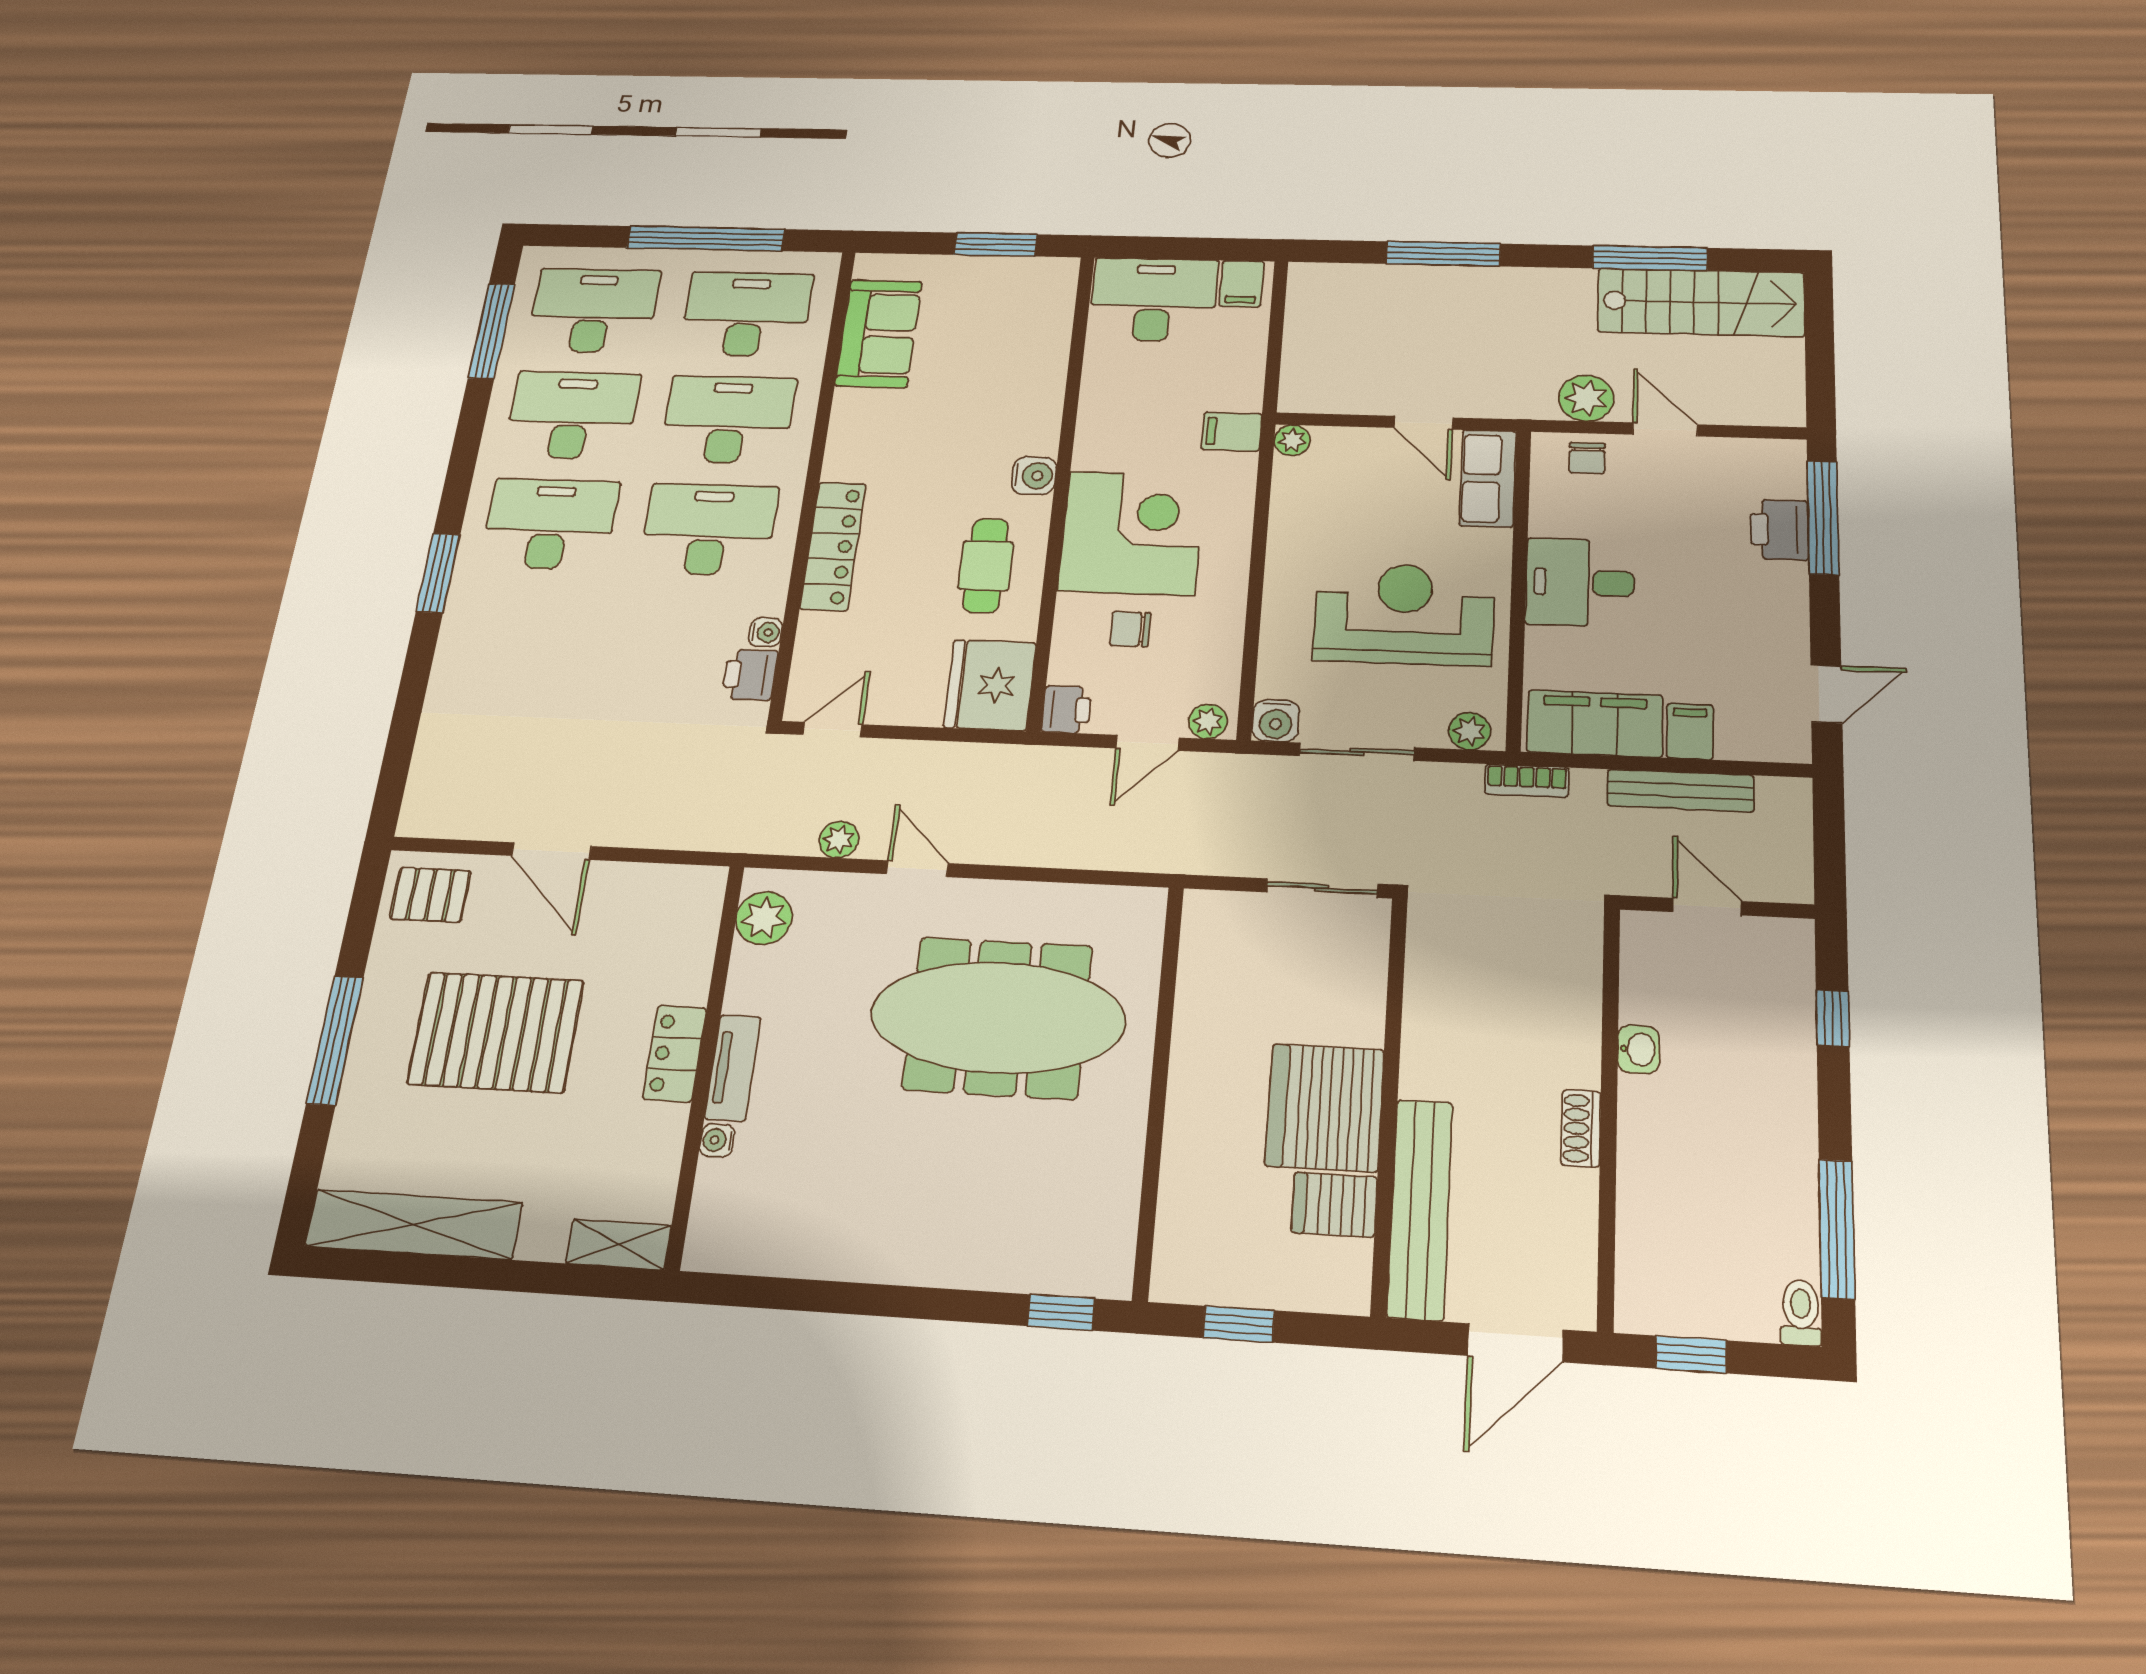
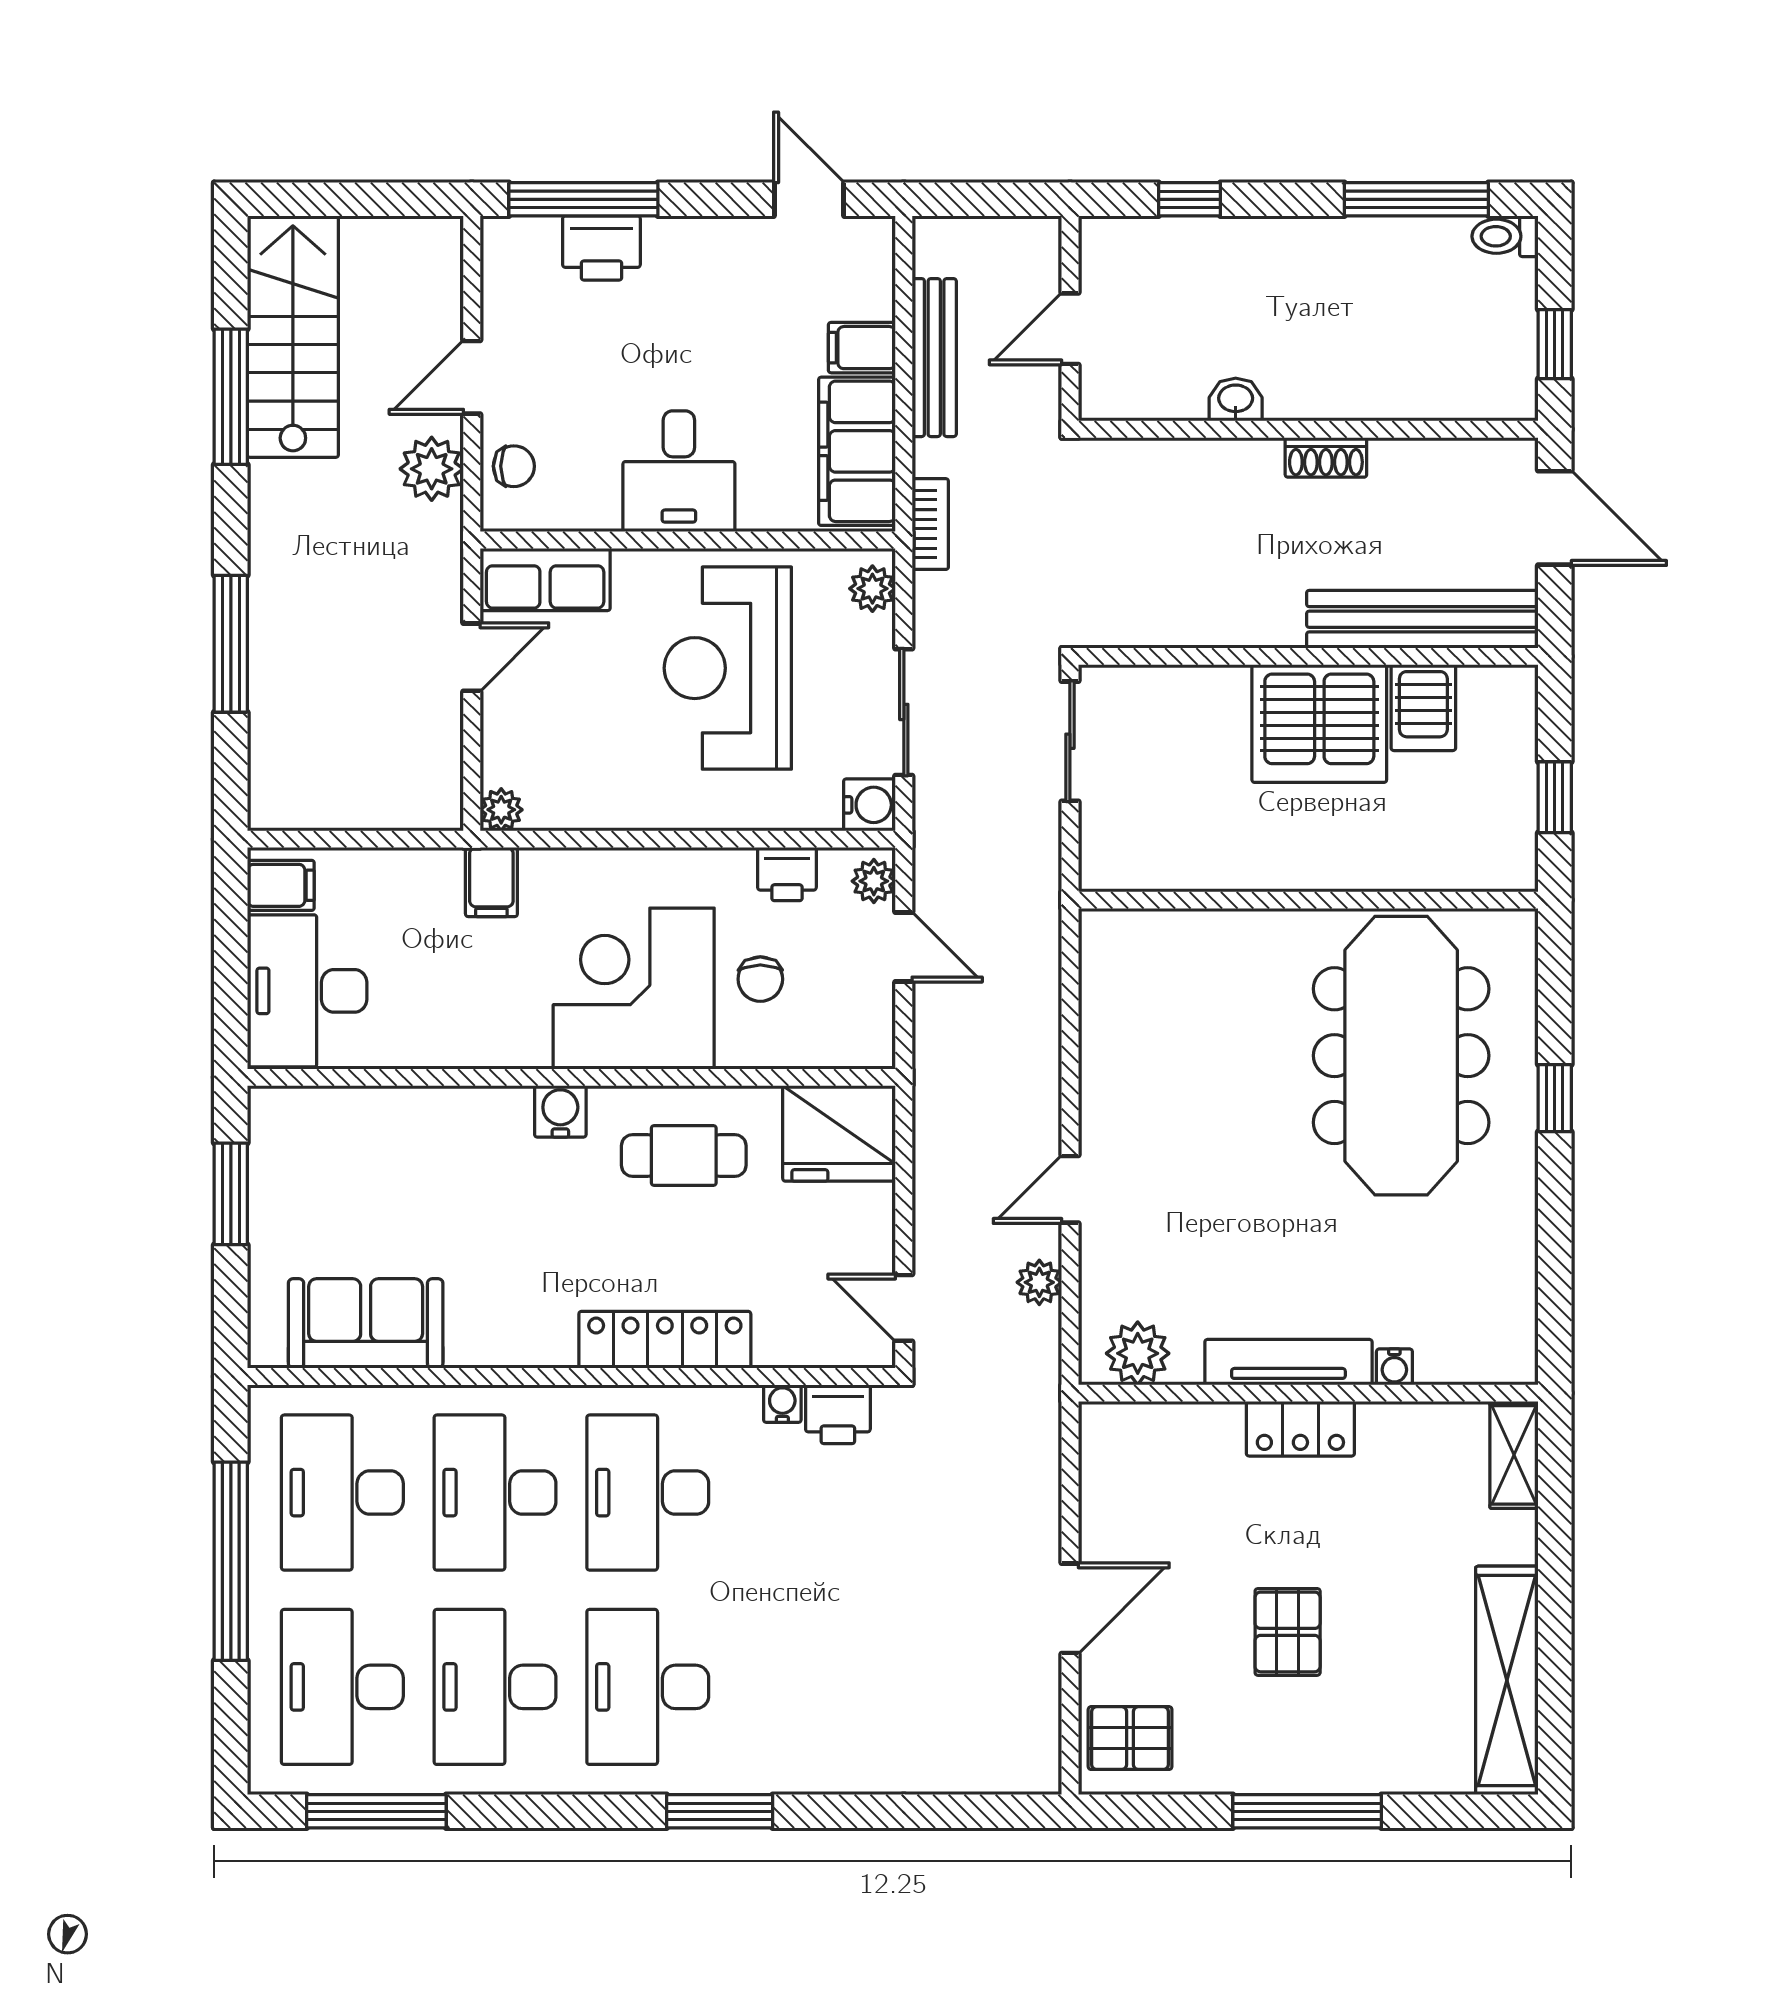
printer: (1066, 710) -> (787, 874), moved, turned 180
pallet: (430, 895) -> (1130, 1738), turned 90
meeting table: (998, 1018) -> (1401, 1056), moved
pallet: (496, 1032) -> (1288, 1632), width x0.49, depth x0.50
tv unit: (733, 1068) -> (1288, 1362), width x1.41
window: (1061, 1312) -> (1555, 1098), moved

